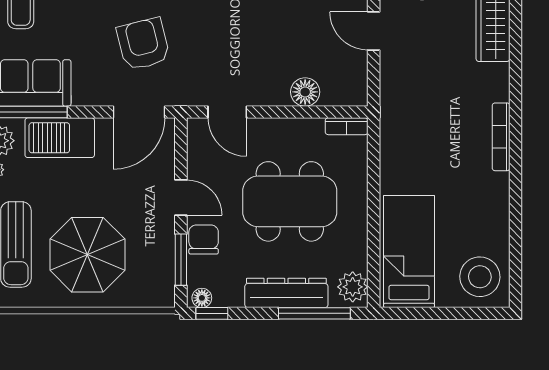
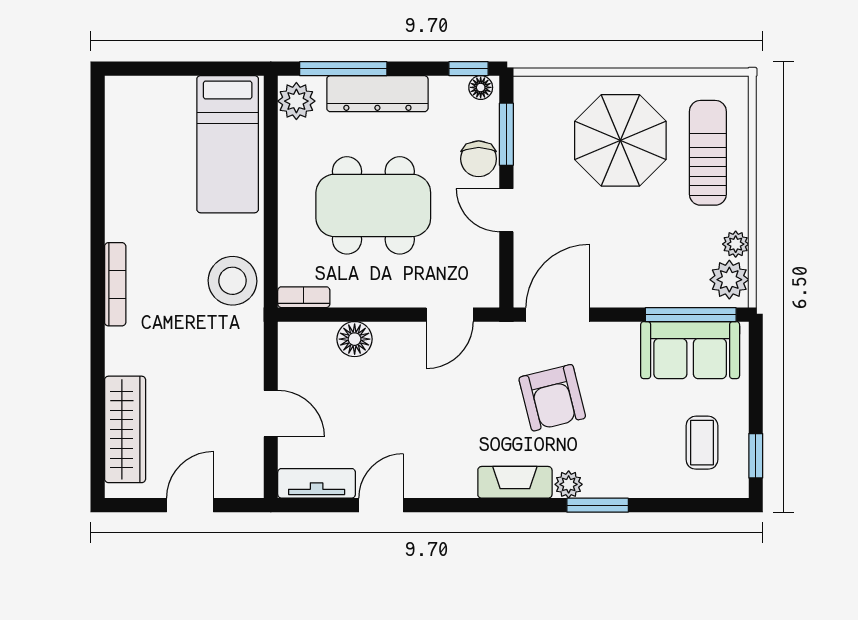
door: (227, 112) -> (450, 315), swing flipped
barbecue: (60, 138) -> (654, 283), removed
stool: (480, 277) -> (232, 281), moved

